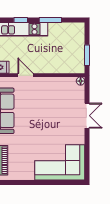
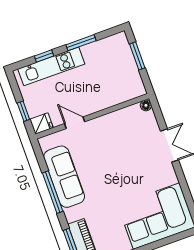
window: (87, 55) -> (137, 56), moved

